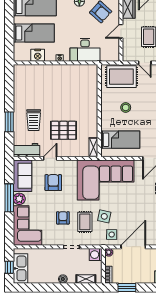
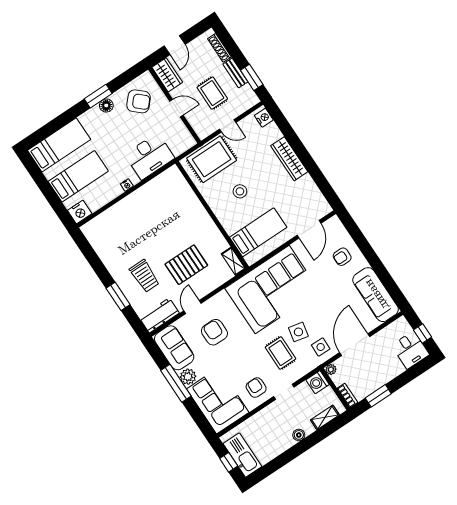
door: (121, 31) -> (176, 108), swing flipped
nightstand: (38, 55) -> (80, 212), moved
armchair: (63, 218) -> (256, 388), moved

